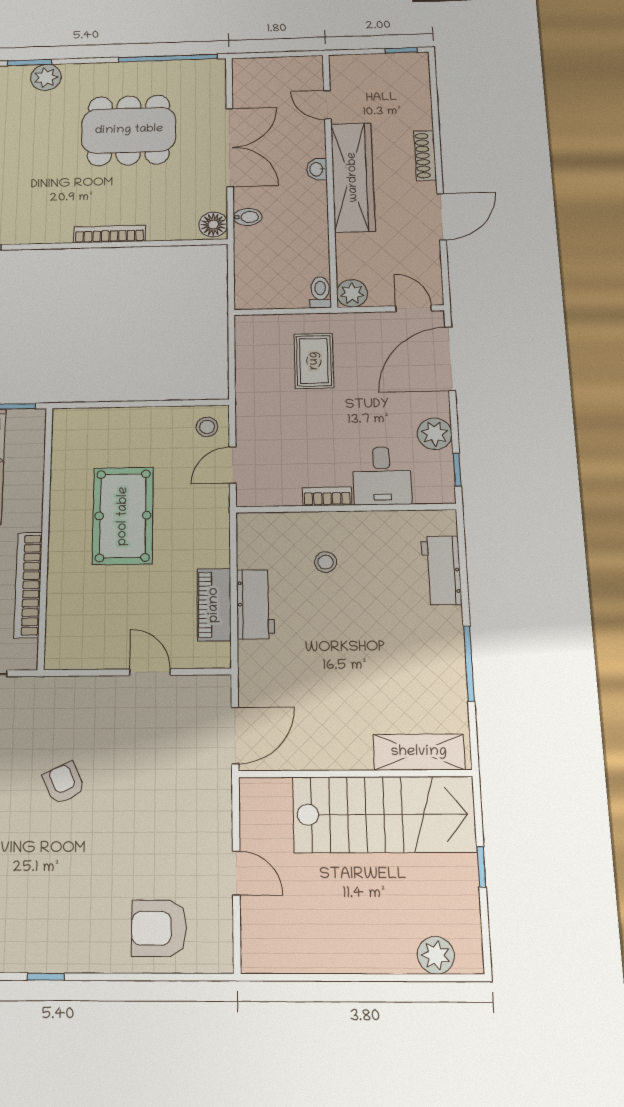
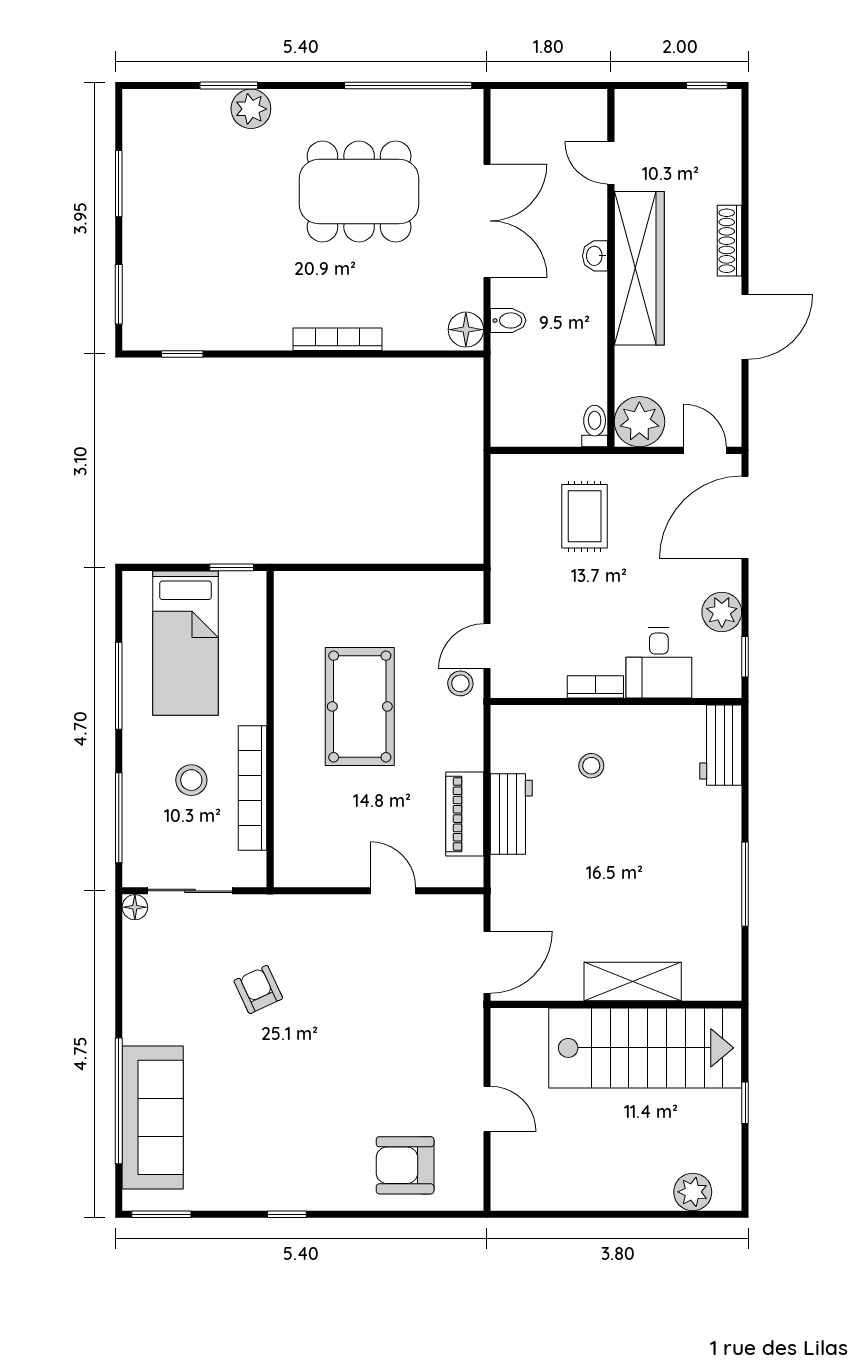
plant: (352, 293) -> (639, 422), width x1.36, depth x1.36
stool: (207, 427) -> (460, 683), moved
workbench: (441, 570) -> (721, 745), moved
shelving: (419, 752) -> (633, 981), moved
armchair: (64, 783) -> (258, 989), moved

